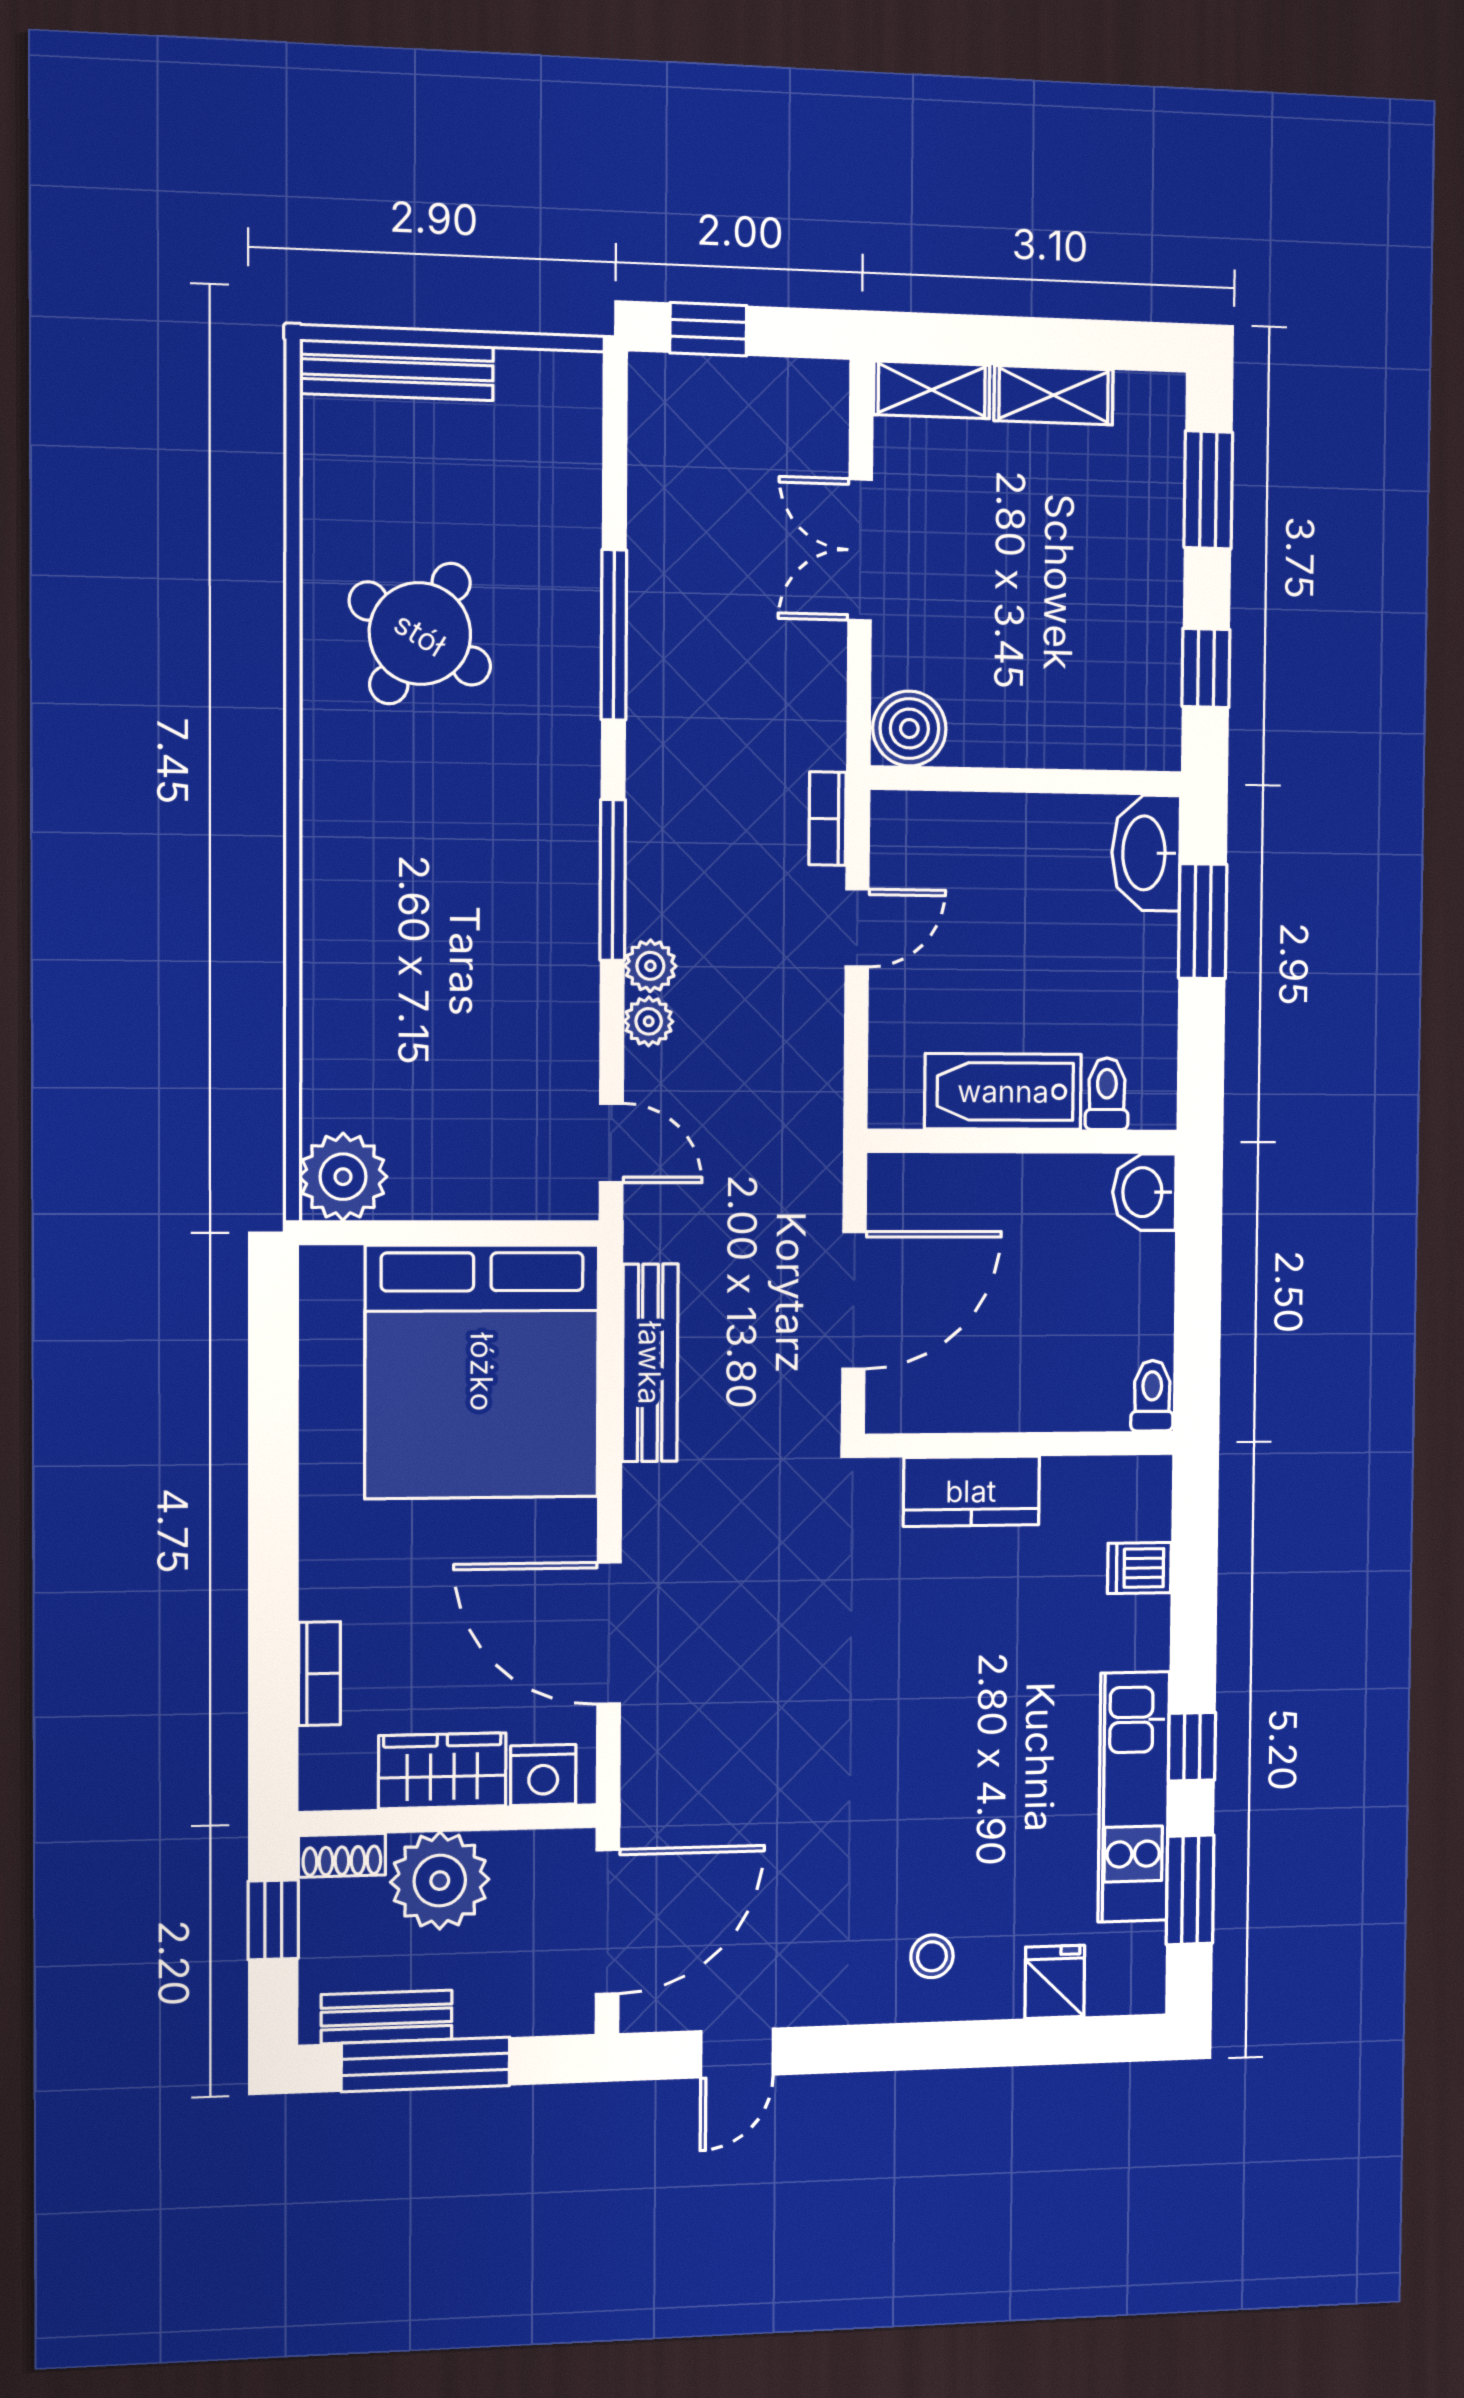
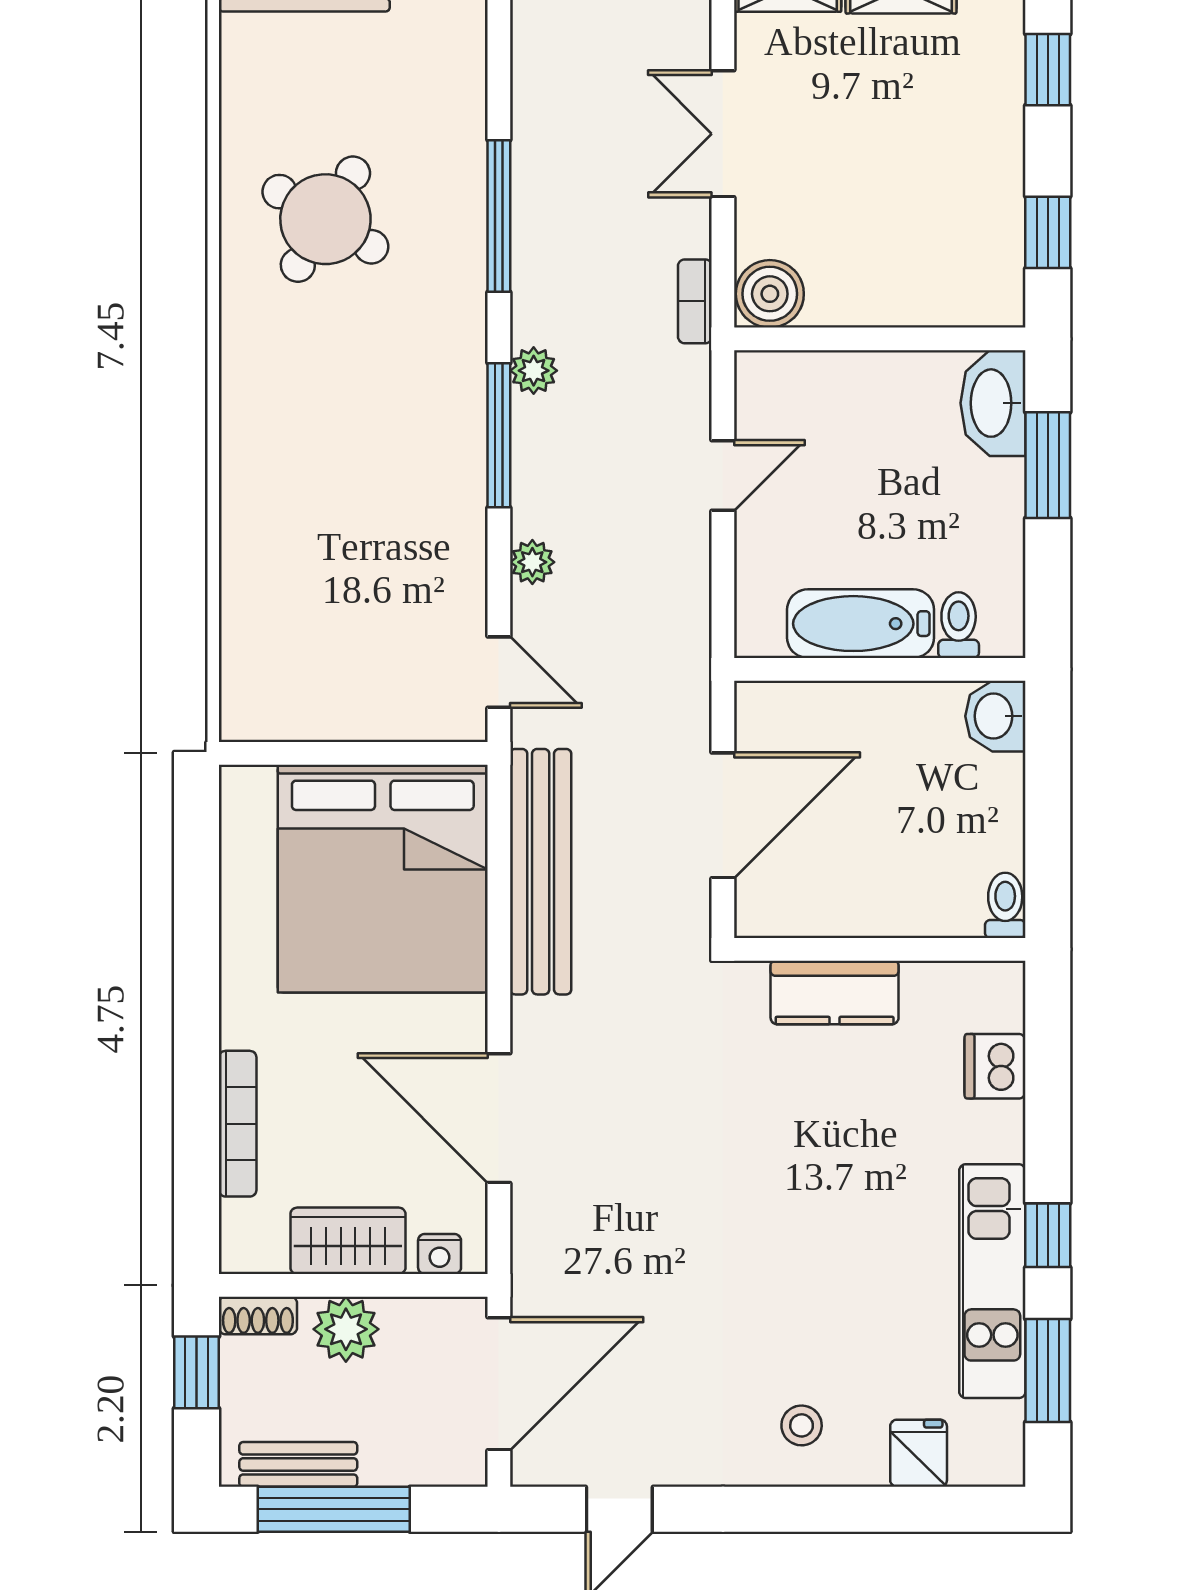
window: (1208, 490) -> (1048, 70), width x0.67
bookcase: (828, 819) -> (695, 301), moved
plant: (650, 966) -> (534, 371), moved
plant: (343, 1177) -> (258, 703), removed
bench: (650, 1363) -> (541, 872), width x1.37, depth x1.21
dishwasher: (1139, 1568) -> (995, 1066), width x1.38
bookcase: (319, 1674) -> (238, 1124), width x1.56
nightstand: (543, 1775) -> (440, 1254), width x0.72, depth x0.74
plant: (440, 1881) -> (346, 1329), width x0.73, depth x0.73

